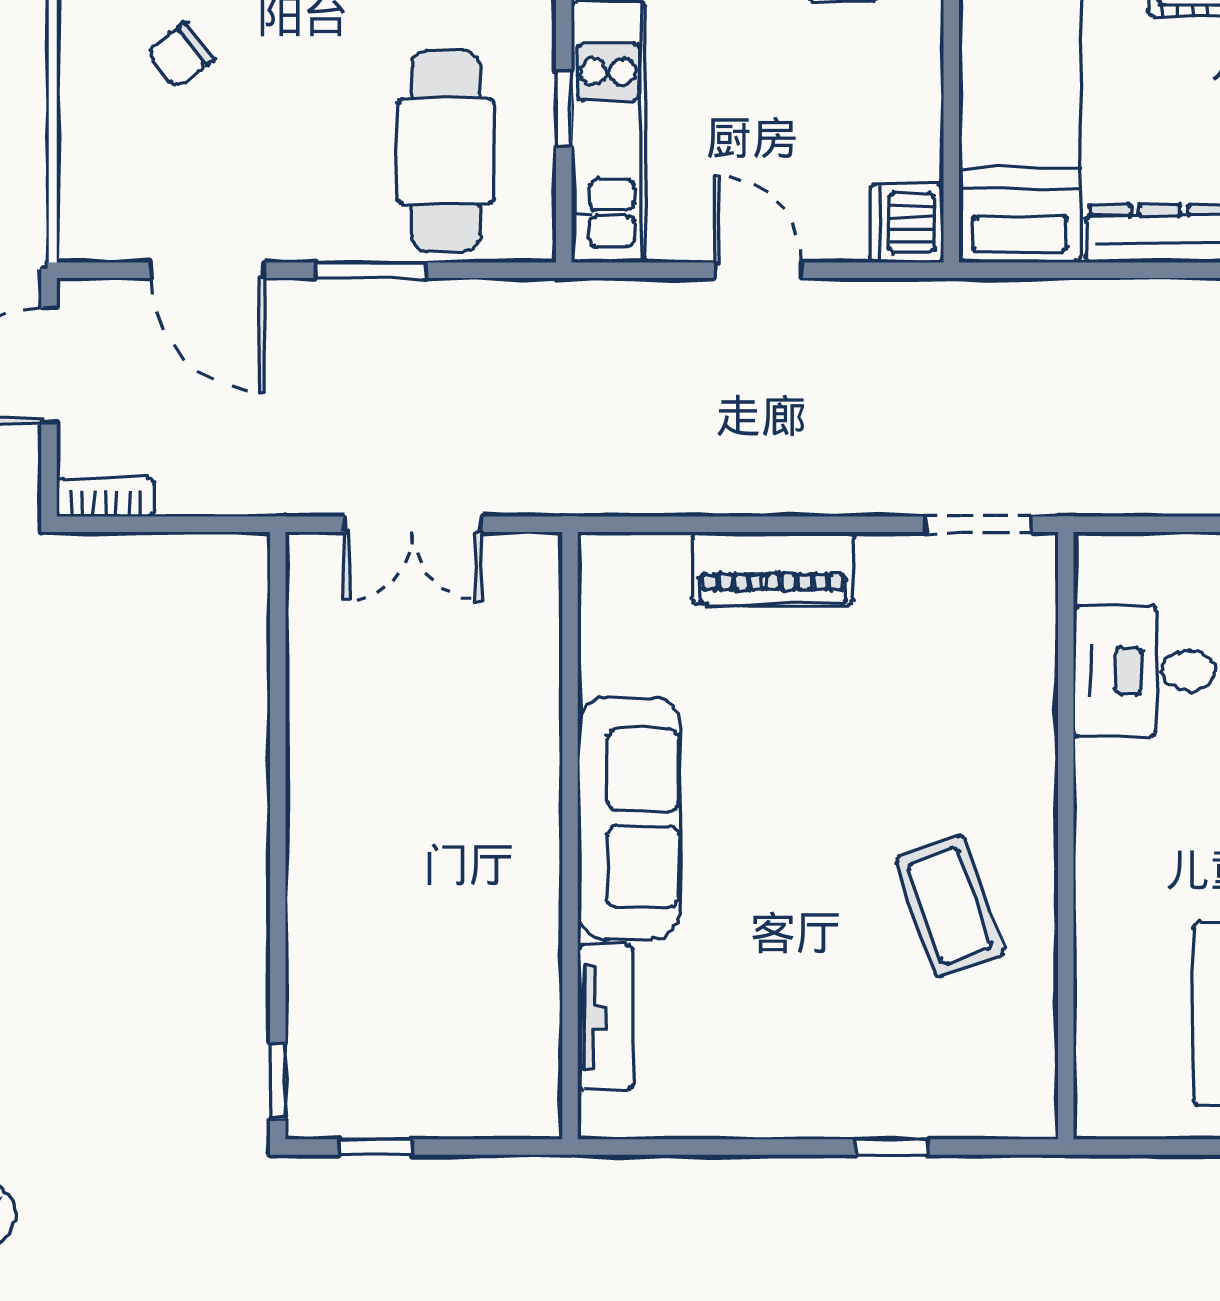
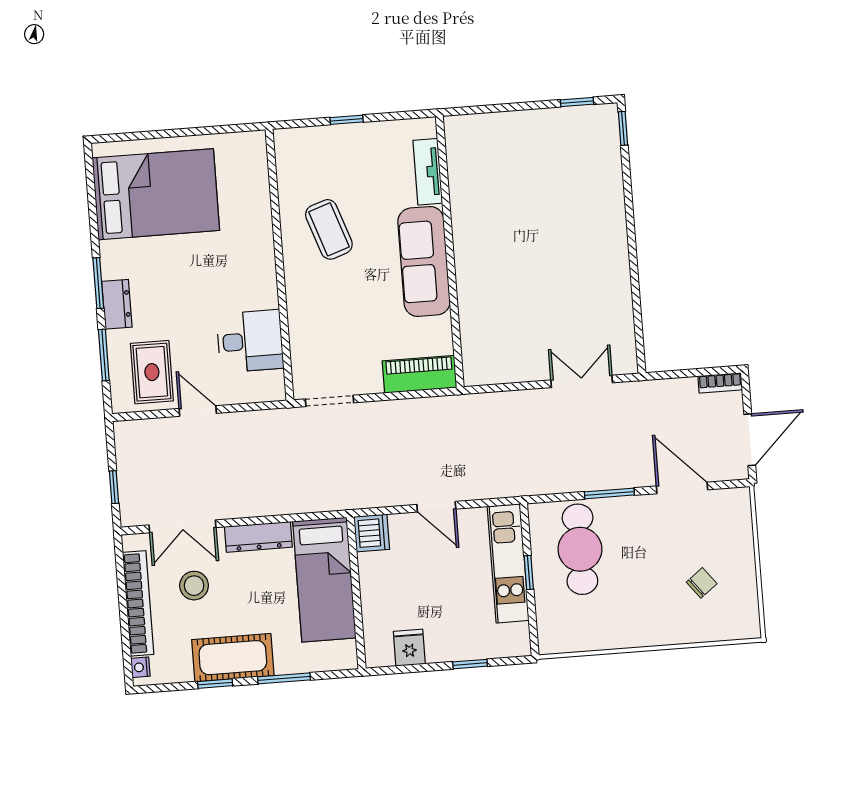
sofa: (629, 818) -> (424, 261), moved
wall: (570, 836) -> (450, 252), moved
tv unit: (605, 1017) -> (428, 172), moved

